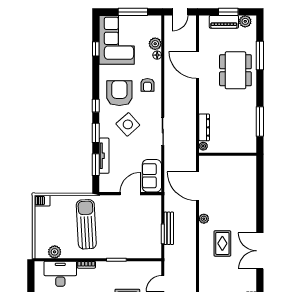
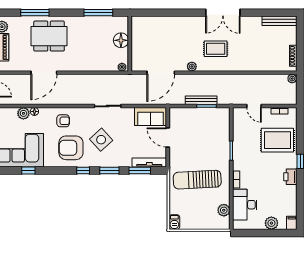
dresser: (204, 127) -> (104, 66), removed
floor lamp: (231, 145) -> (121, 40), added
tv unit: (104, 156) -> (149, 163), moved

